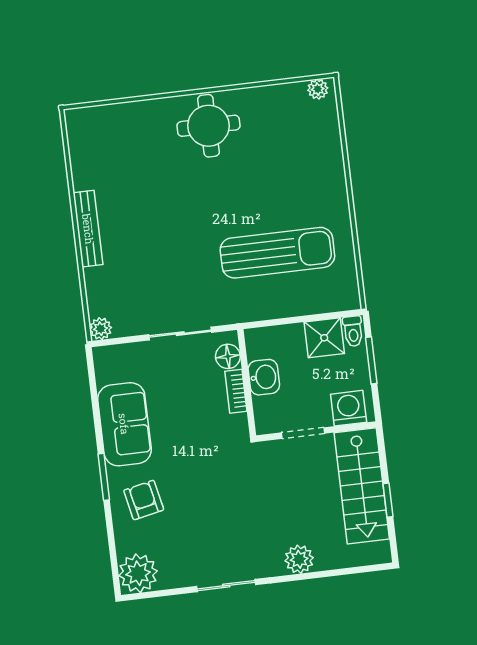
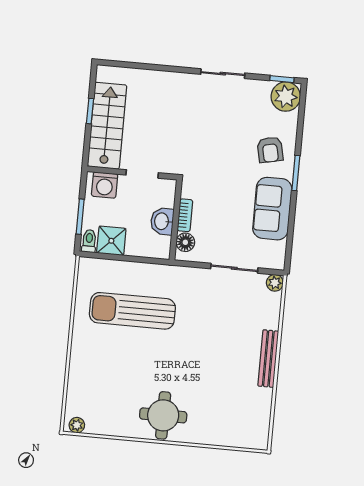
sliding door: (180, 334) -> (234, 268), moved
plant: (299, 559) -> (165, 81), removed
window: (148, 595) -> (282, 79), added

